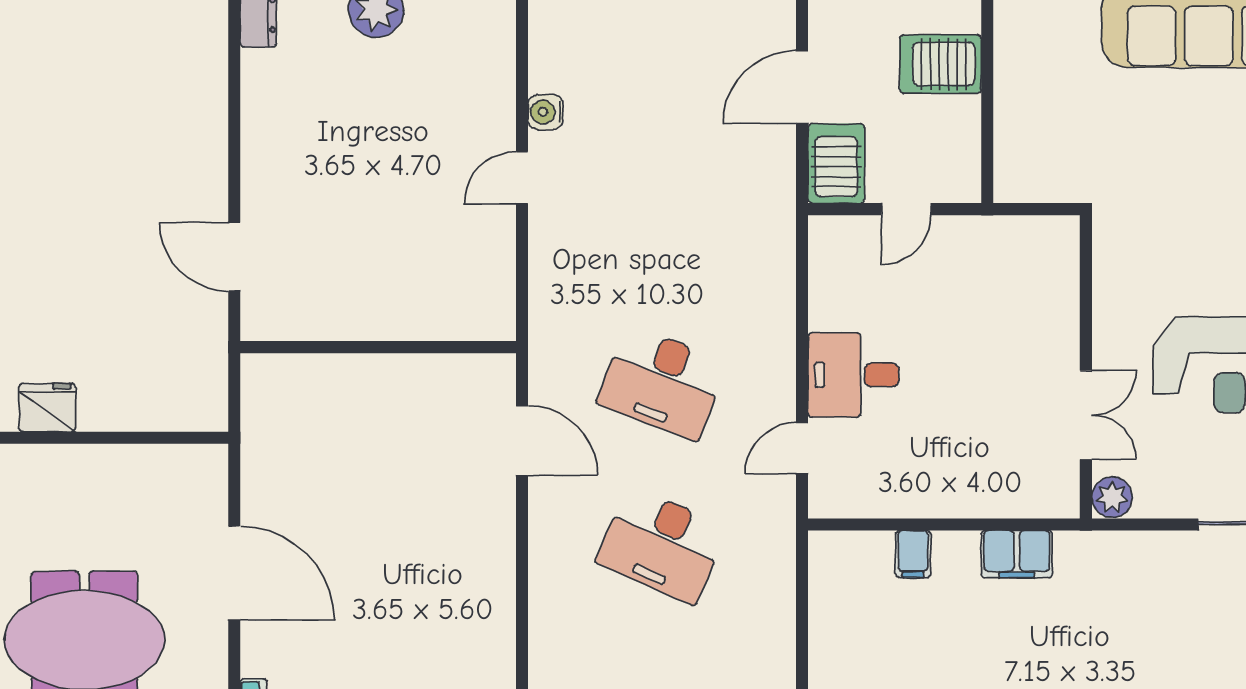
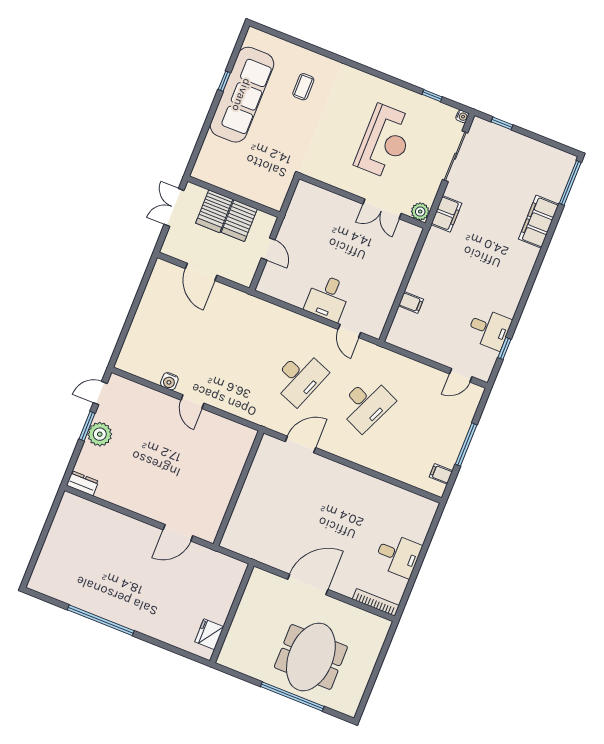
server rack: (836, 163) -> (239, 221), moved, turned -90
double door: (1086, 415) -> (382, 209), swing flipped
filing cabinet: (1017, 554) -> (446, 214), moved

